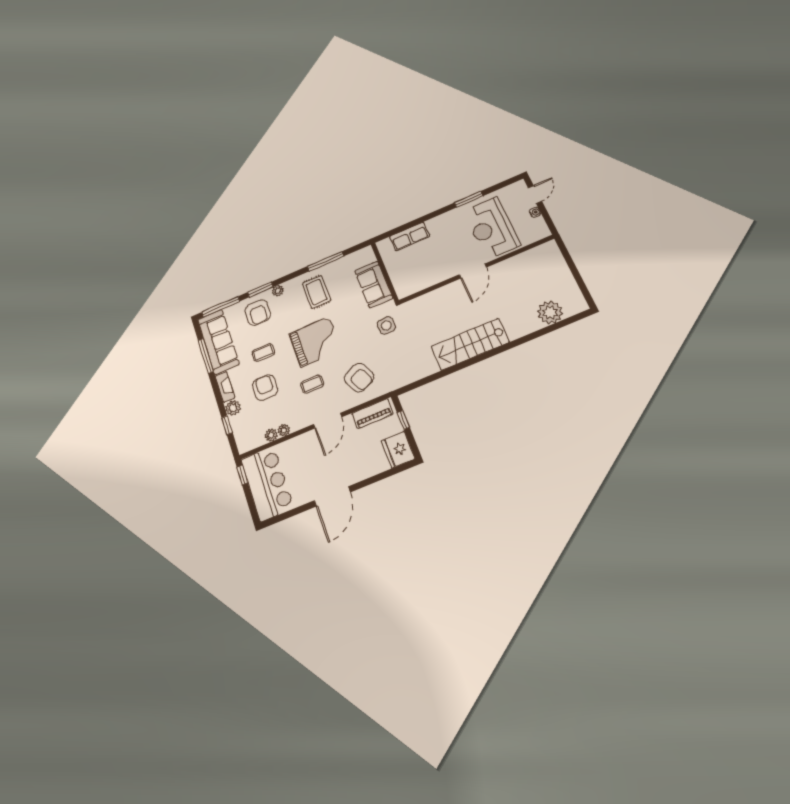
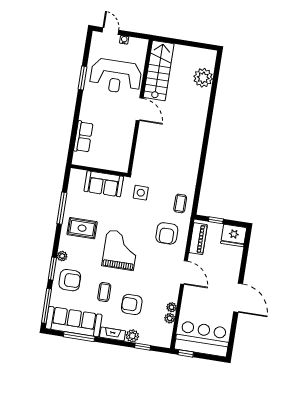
stairs: (470, 344) -> (159, 71), moved, turned 180
armchair: (359, 378) -> (167, 233), turned 115
coffee table: (312, 384) -> (180, 203), moved

